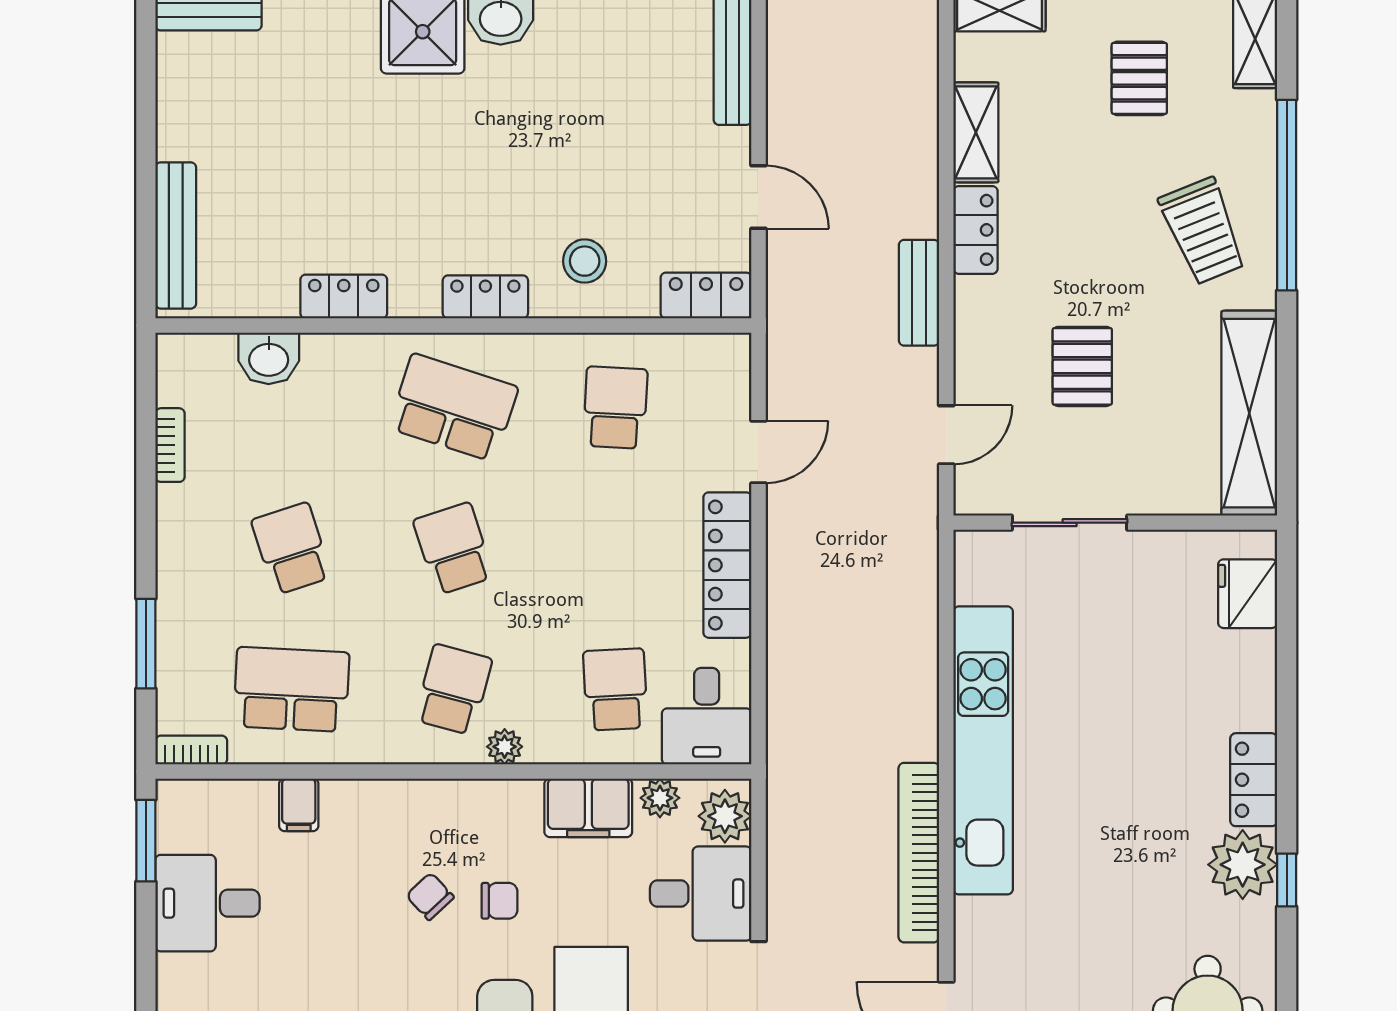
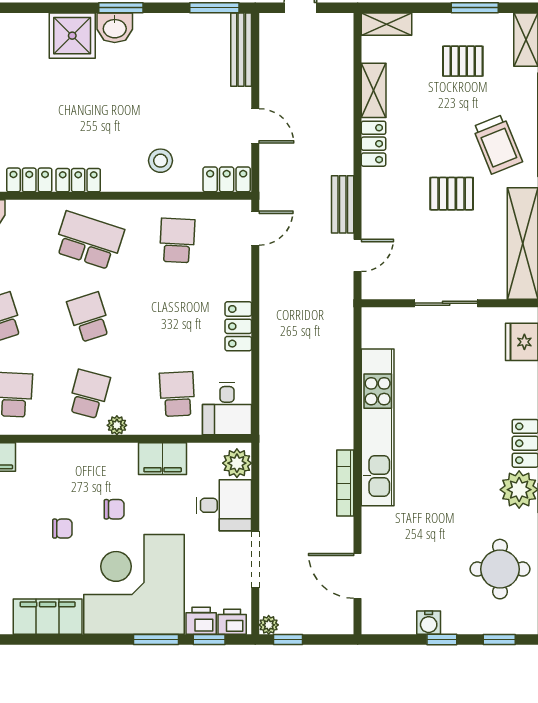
pallet: (1139, 78) -> (463, 61), turned 90
bench: (919, 293) -> (343, 204), moved
locker: (485, 297) -> (78, 180), moved
pallet: (1082, 366) -> (452, 194), moved, turned 90
door: (758, 452) -> (255, 228), moved
sliding door: (1070, 523) -> (446, 303), moved
locker: (727, 565) -> (238, 326), width x0.66
plant: (660, 798) -> (202, 453), removed
bookcase: (919, 853) -> (345, 483), width x0.68, depth x0.76
chair: (430, 896) -> (62, 529), moved, turned 133

